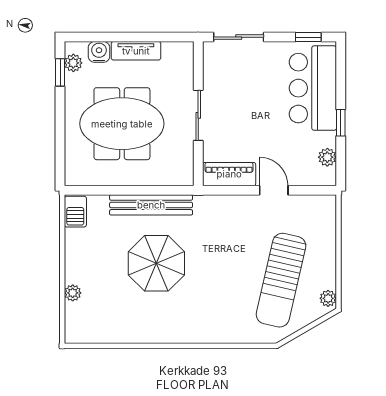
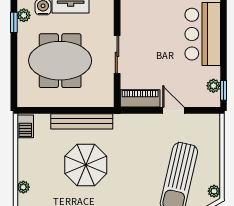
window: (341, 123) -> (224, 90), moved

